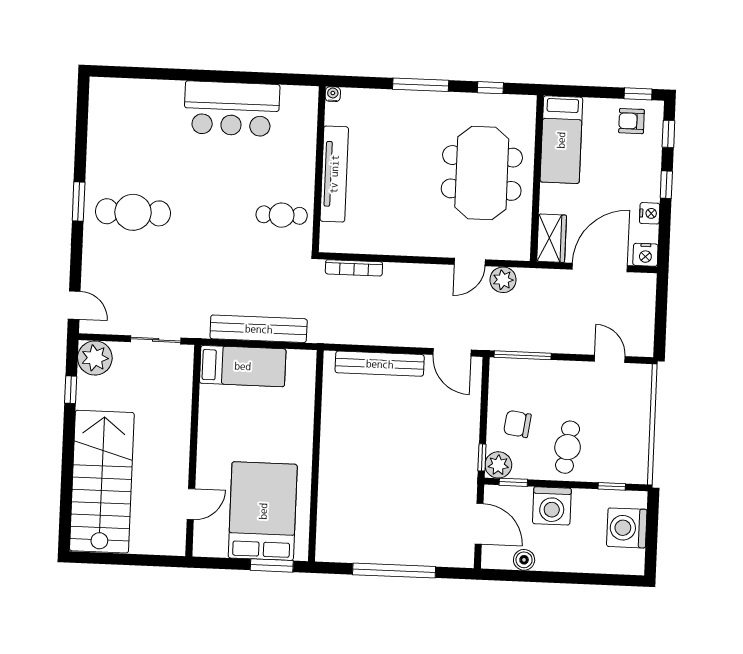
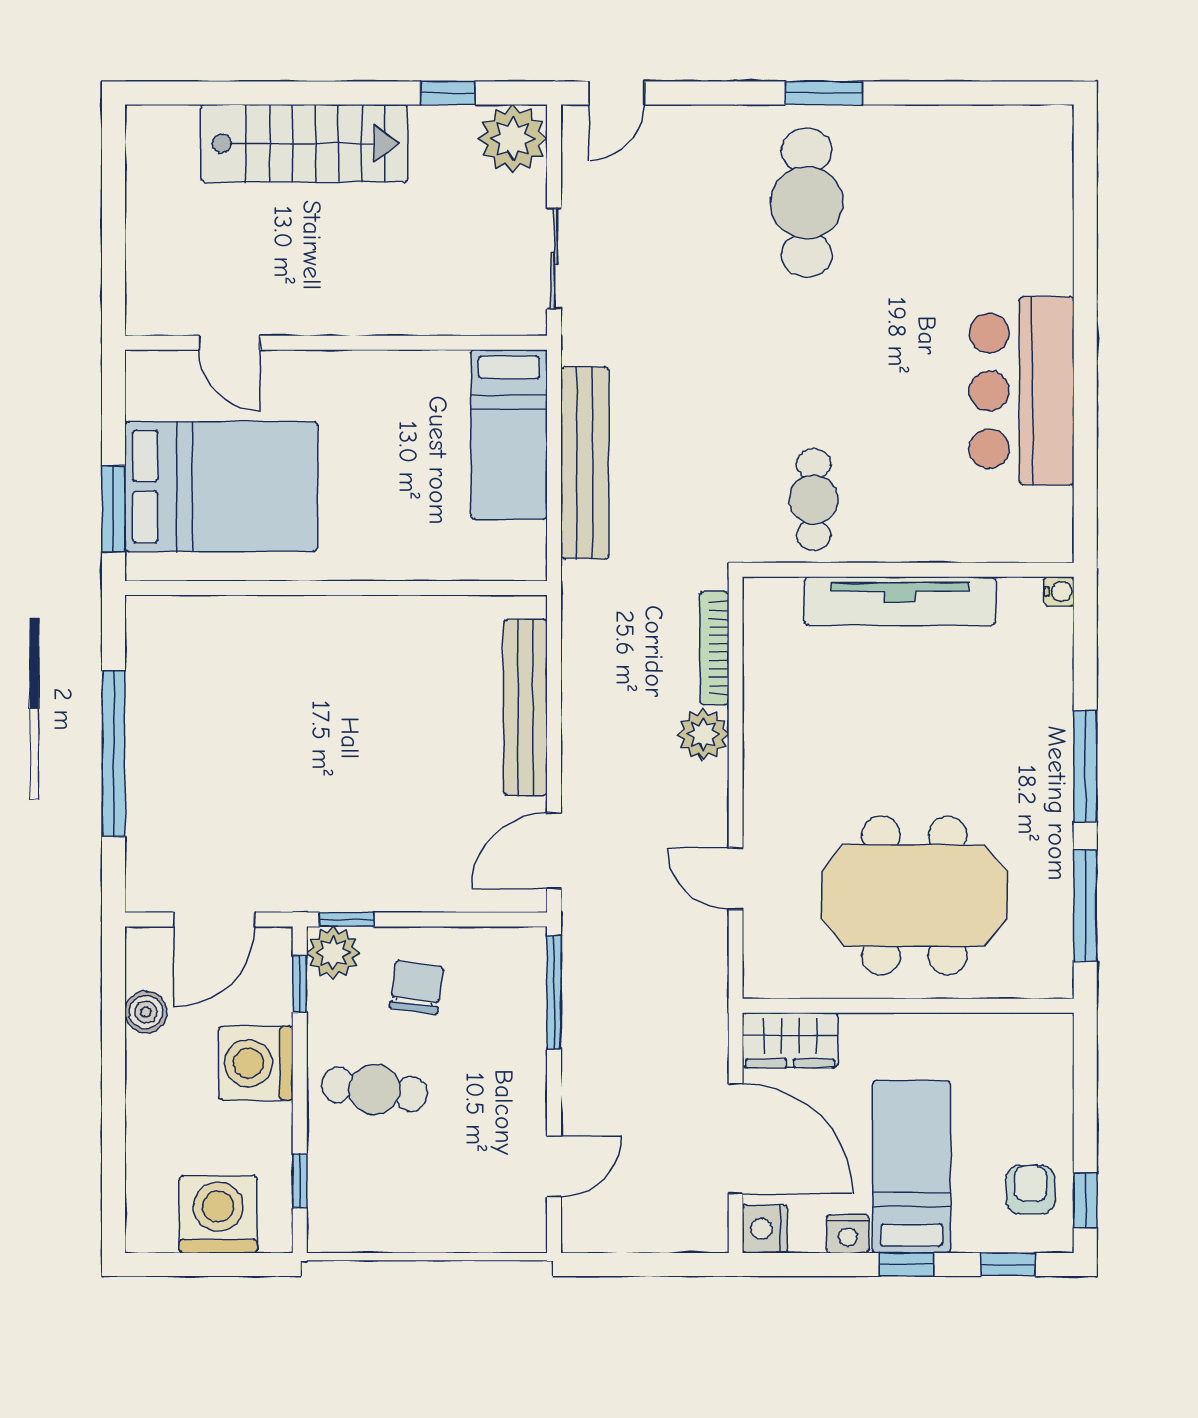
window: (490, 88) -> (1085, 905), width x2.17
bed: (561, 140) -> (912, 1167), moved, turned 90
plant: (503, 280) -> (703, 734), moved
stairs: (102, 482) -> (304, 143), width x0.73, depth x0.66

